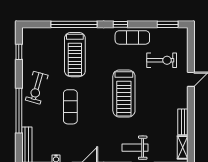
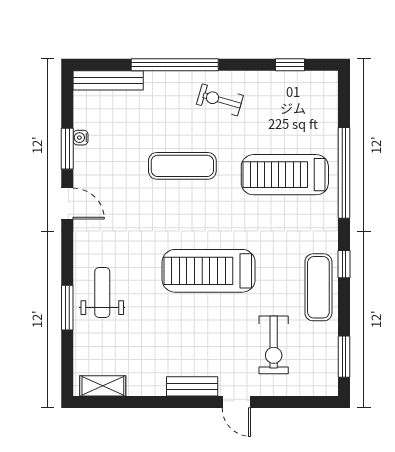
exercise bike: (37, 88) -> (220, 100), width x0.73, depth x0.72
bench: (183, 122) -> (192, 386), moved

